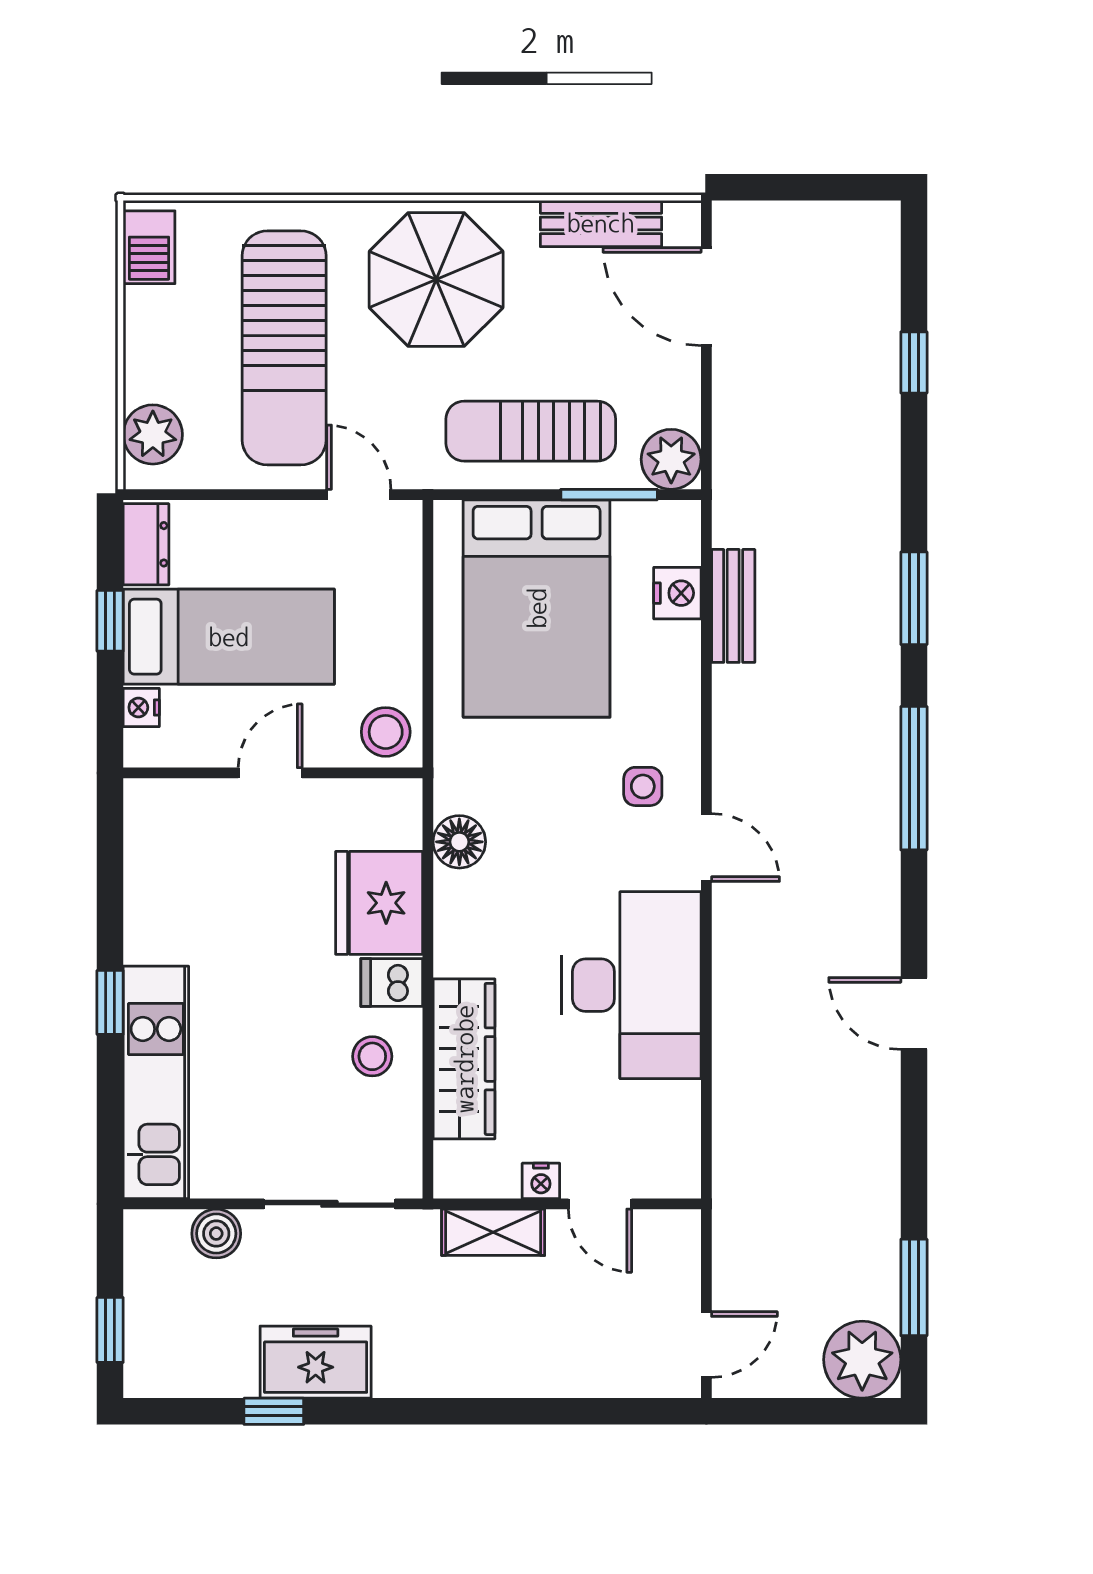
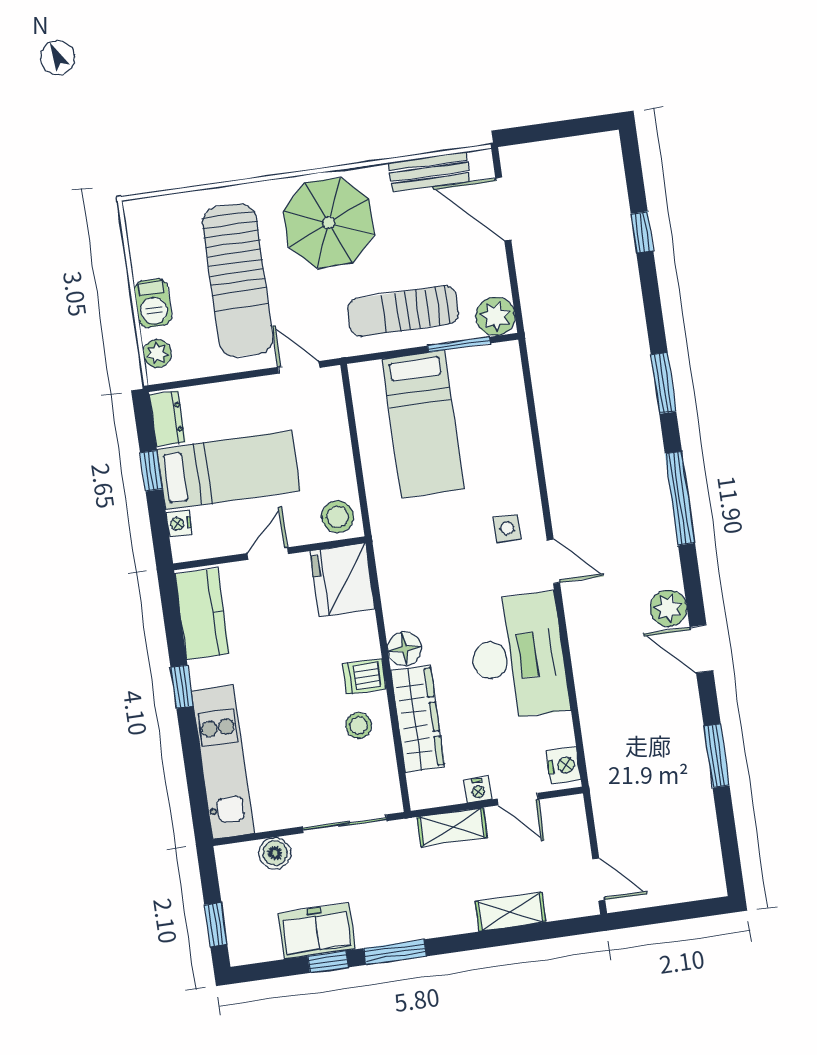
barbecue: (149, 247) -> (153, 303), moved
plant: (153, 434) -> (157, 354), width x0.73, depth x0.73
nightstand: (677, 593) -> (564, 765), moved
bench: (733, 606) -> (549, 405), removed
bed: (537, 608) -> (423, 424), width x0.67
floor lamp: (459, 842) -> (405, 649), moved
kitchen counter: (157, 851) -> (202, 614), added
fridge: (379, 903) -> (342, 580), moved
window: (110, 1002) -> (182, 687), moved
window: (914, 1287) -> (717, 756), moved
door: (706, 1345) -> (599, 880), hinge flipped
plant: (862, 1360) -> (669, 608), moved, width x0.73, depth x0.73
freezer: (316, 1362) -> (317, 931), moved
shelving: (564, 1375) -> (510, 912), added
window: (378, 1411) -> (395, 952), added

